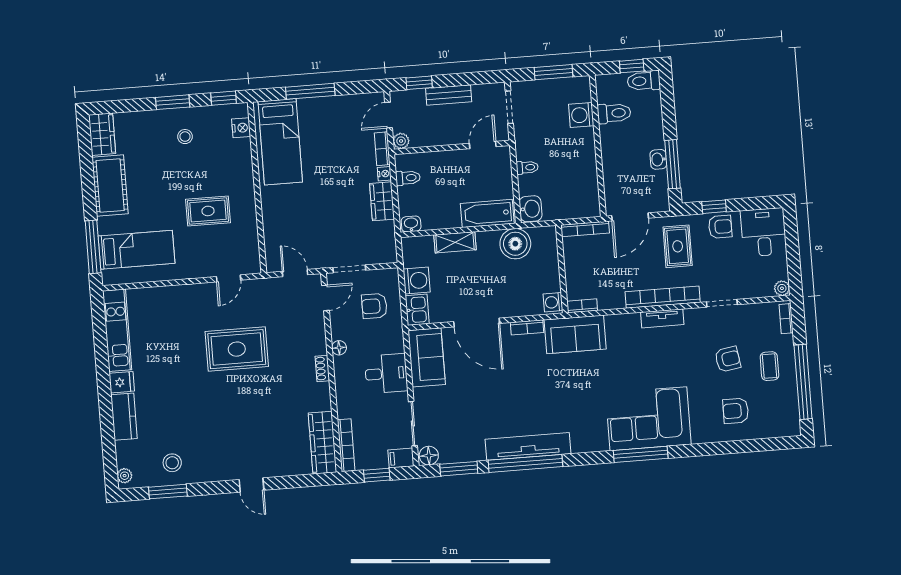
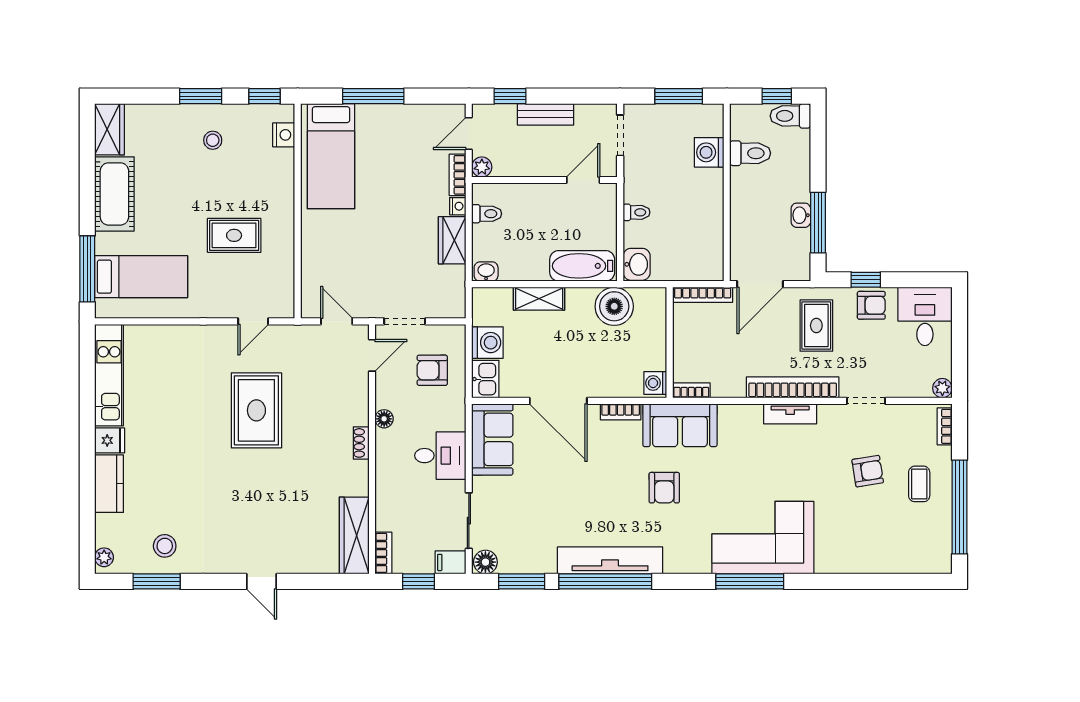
rug: (237, 349) -> (256, 410), turned 90
armchair: (736, 411) -> (664, 488), moved, turned -90
bookcase: (346, 445) -> (383, 553), width x0.64

